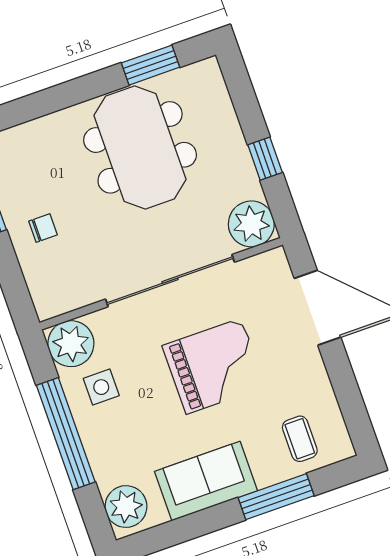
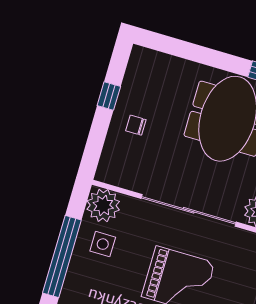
chair: (43, 228) -> (136, 125), turned 180

